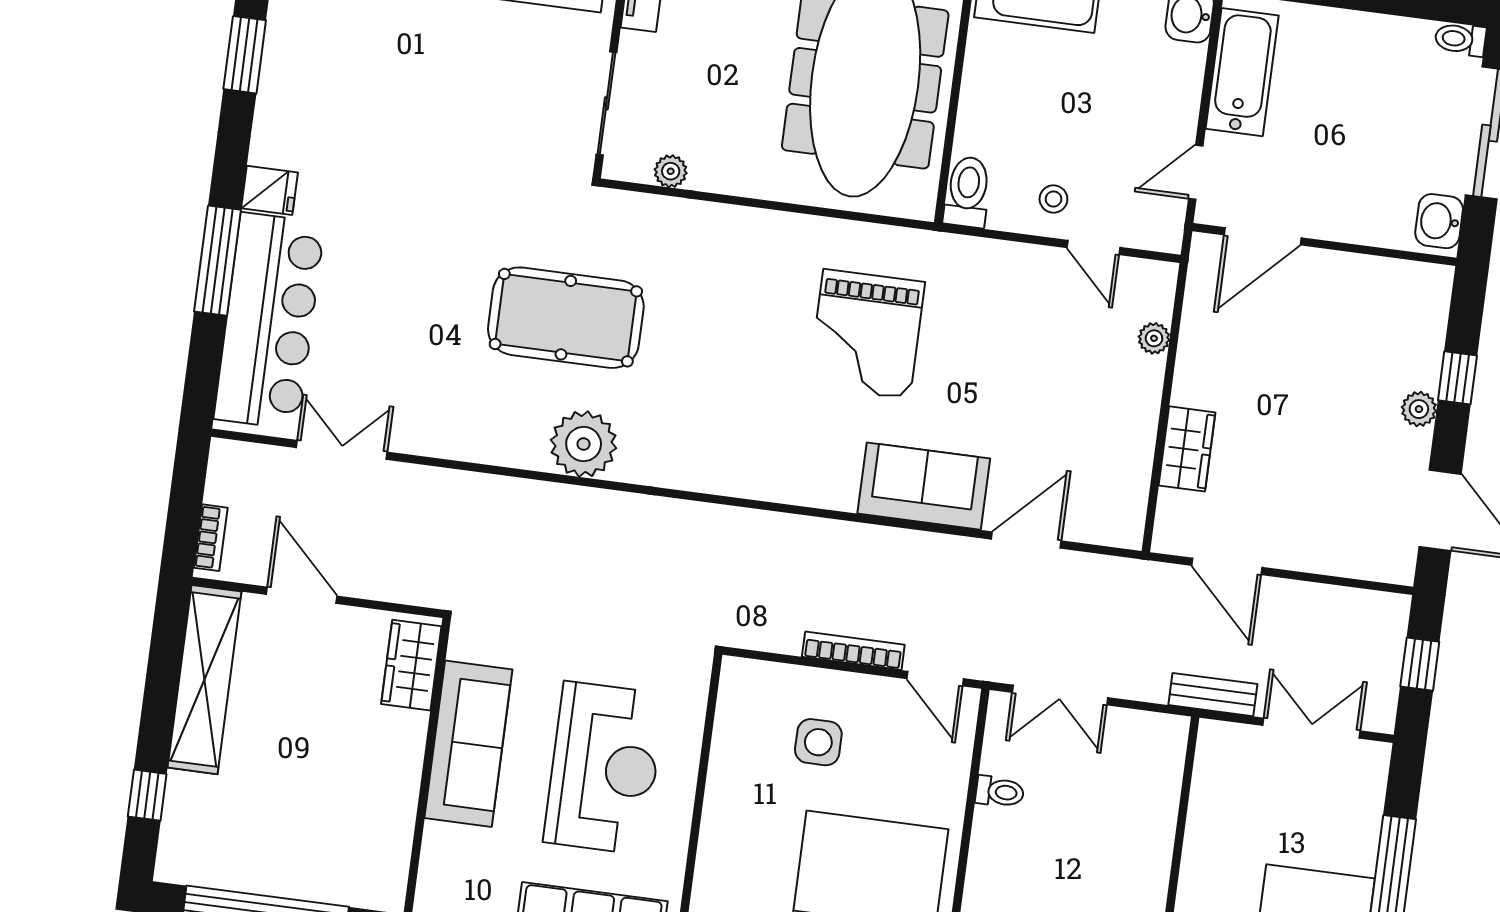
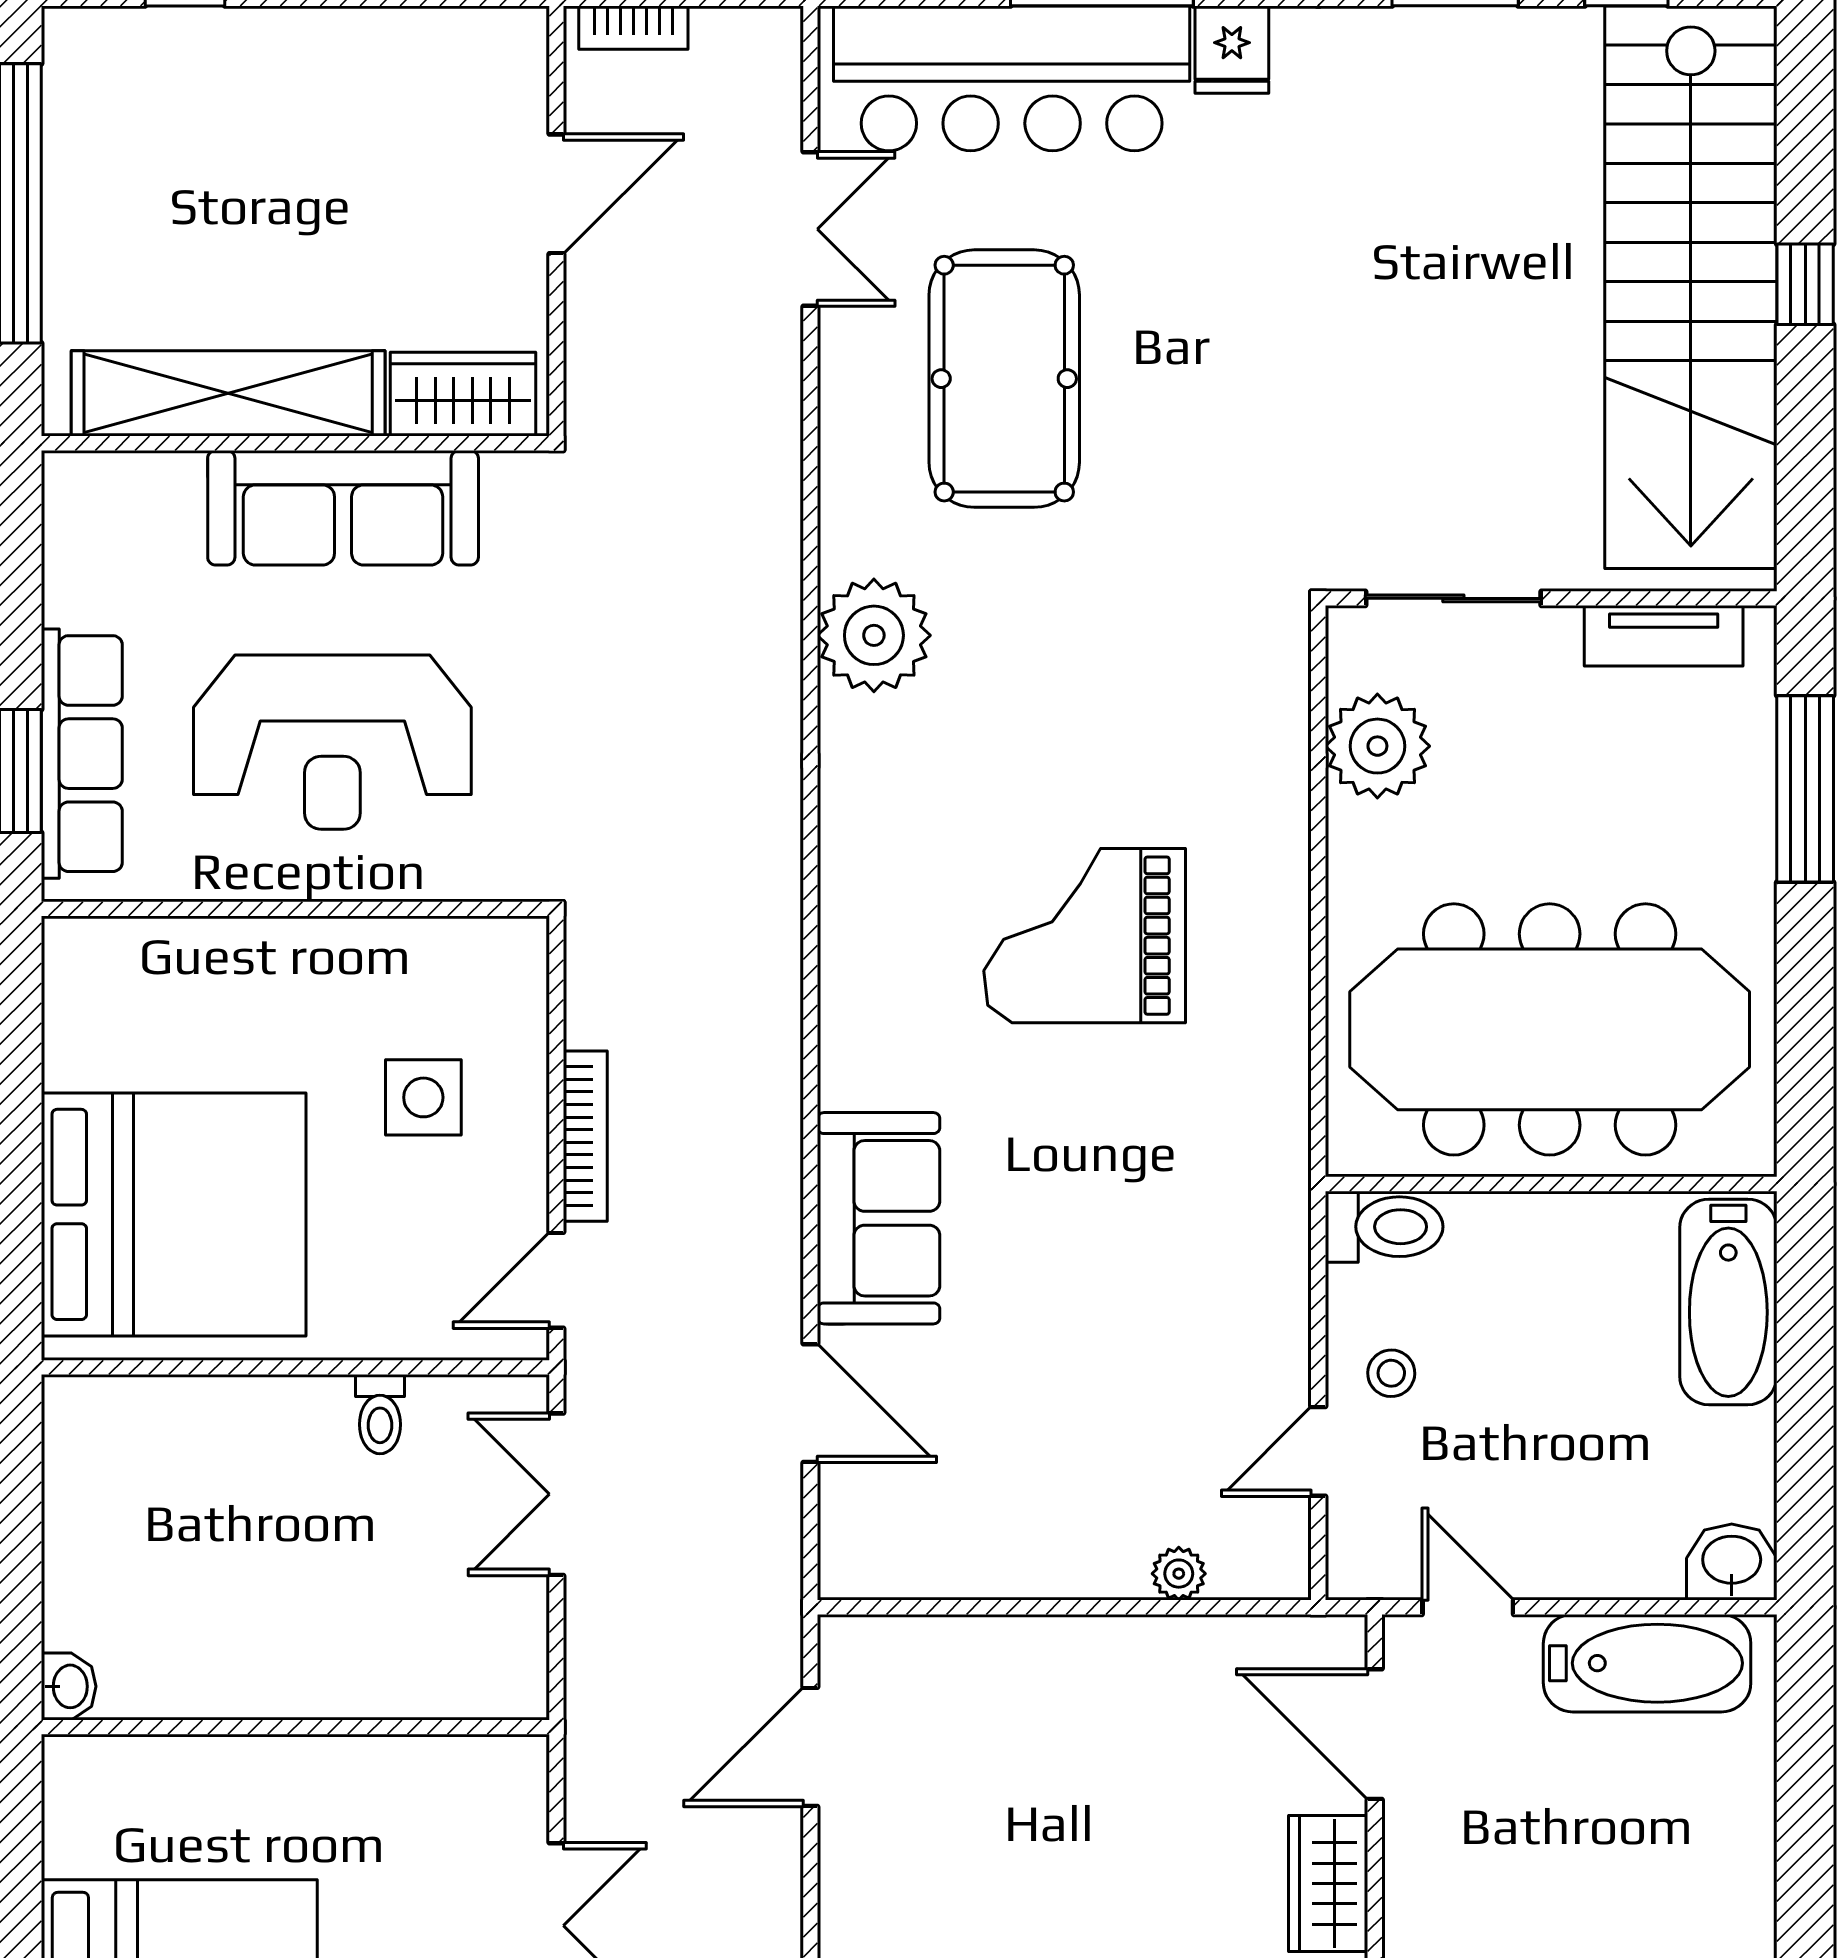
plant: (671, 171) -> (1377, 746), width x1.88, depth x1.88
pool table: (566, 318) -> (1004, 379), moved
grand piano: (867, 334) -> (1085, 936), moved
wardrobe: (1187, 449) -> (1328, 1884), moved, turned 90
shelving: (204, 680) -> (228, 393), moved
bench: (1213, 695) -> (591, 1752), removed

